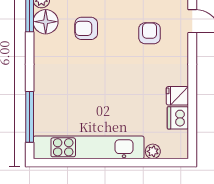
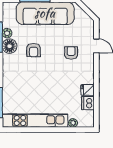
armchair: (86, 28) -> (34, 50), turned -90

